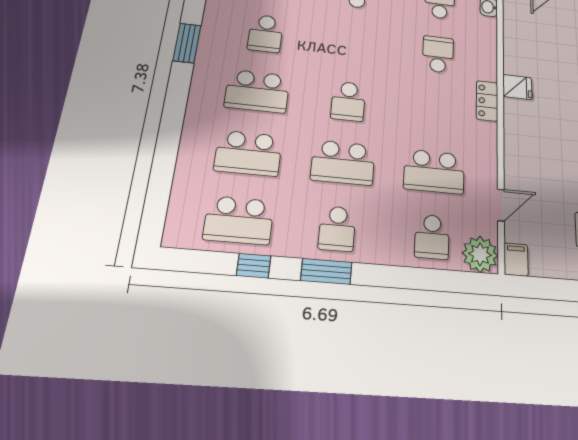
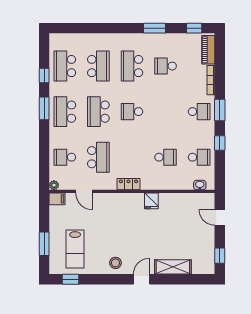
locker: (487, 101) -> (128, 184), moved
school desk: (248, 153) -> (98, 66), turned 180
school desk: (434, 172) -> (98, 157), turned 180
school desk: (337, 229) -> (65, 112), width x1.85
plant: (480, 254) -> (54, 185), width x0.53, depth x0.53

